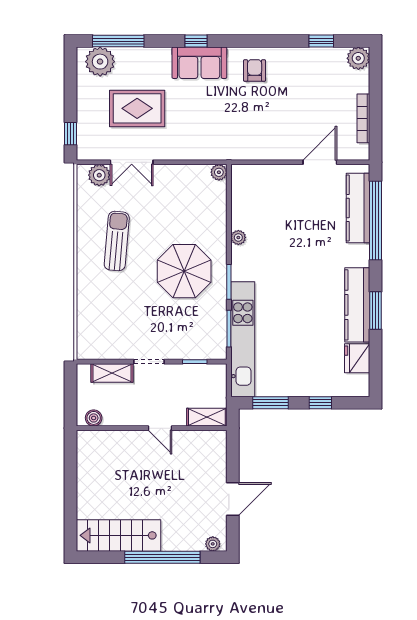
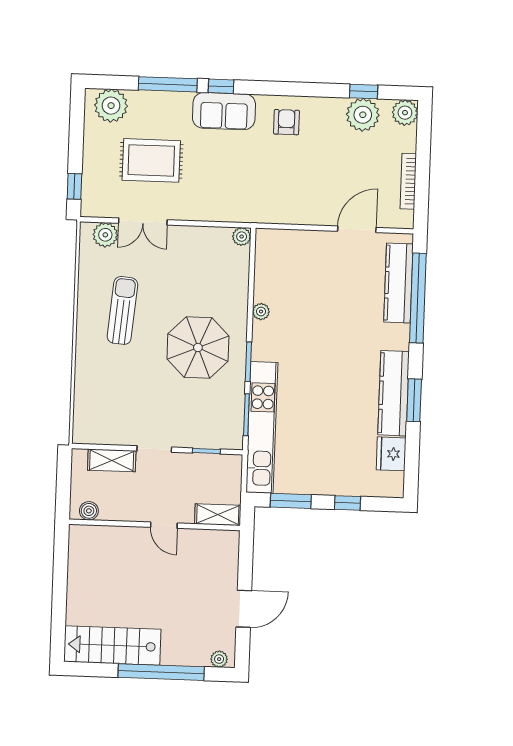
window: (118, 41) -> (168, 84), moved
plant: (321, 62) -> (363, 115), added

